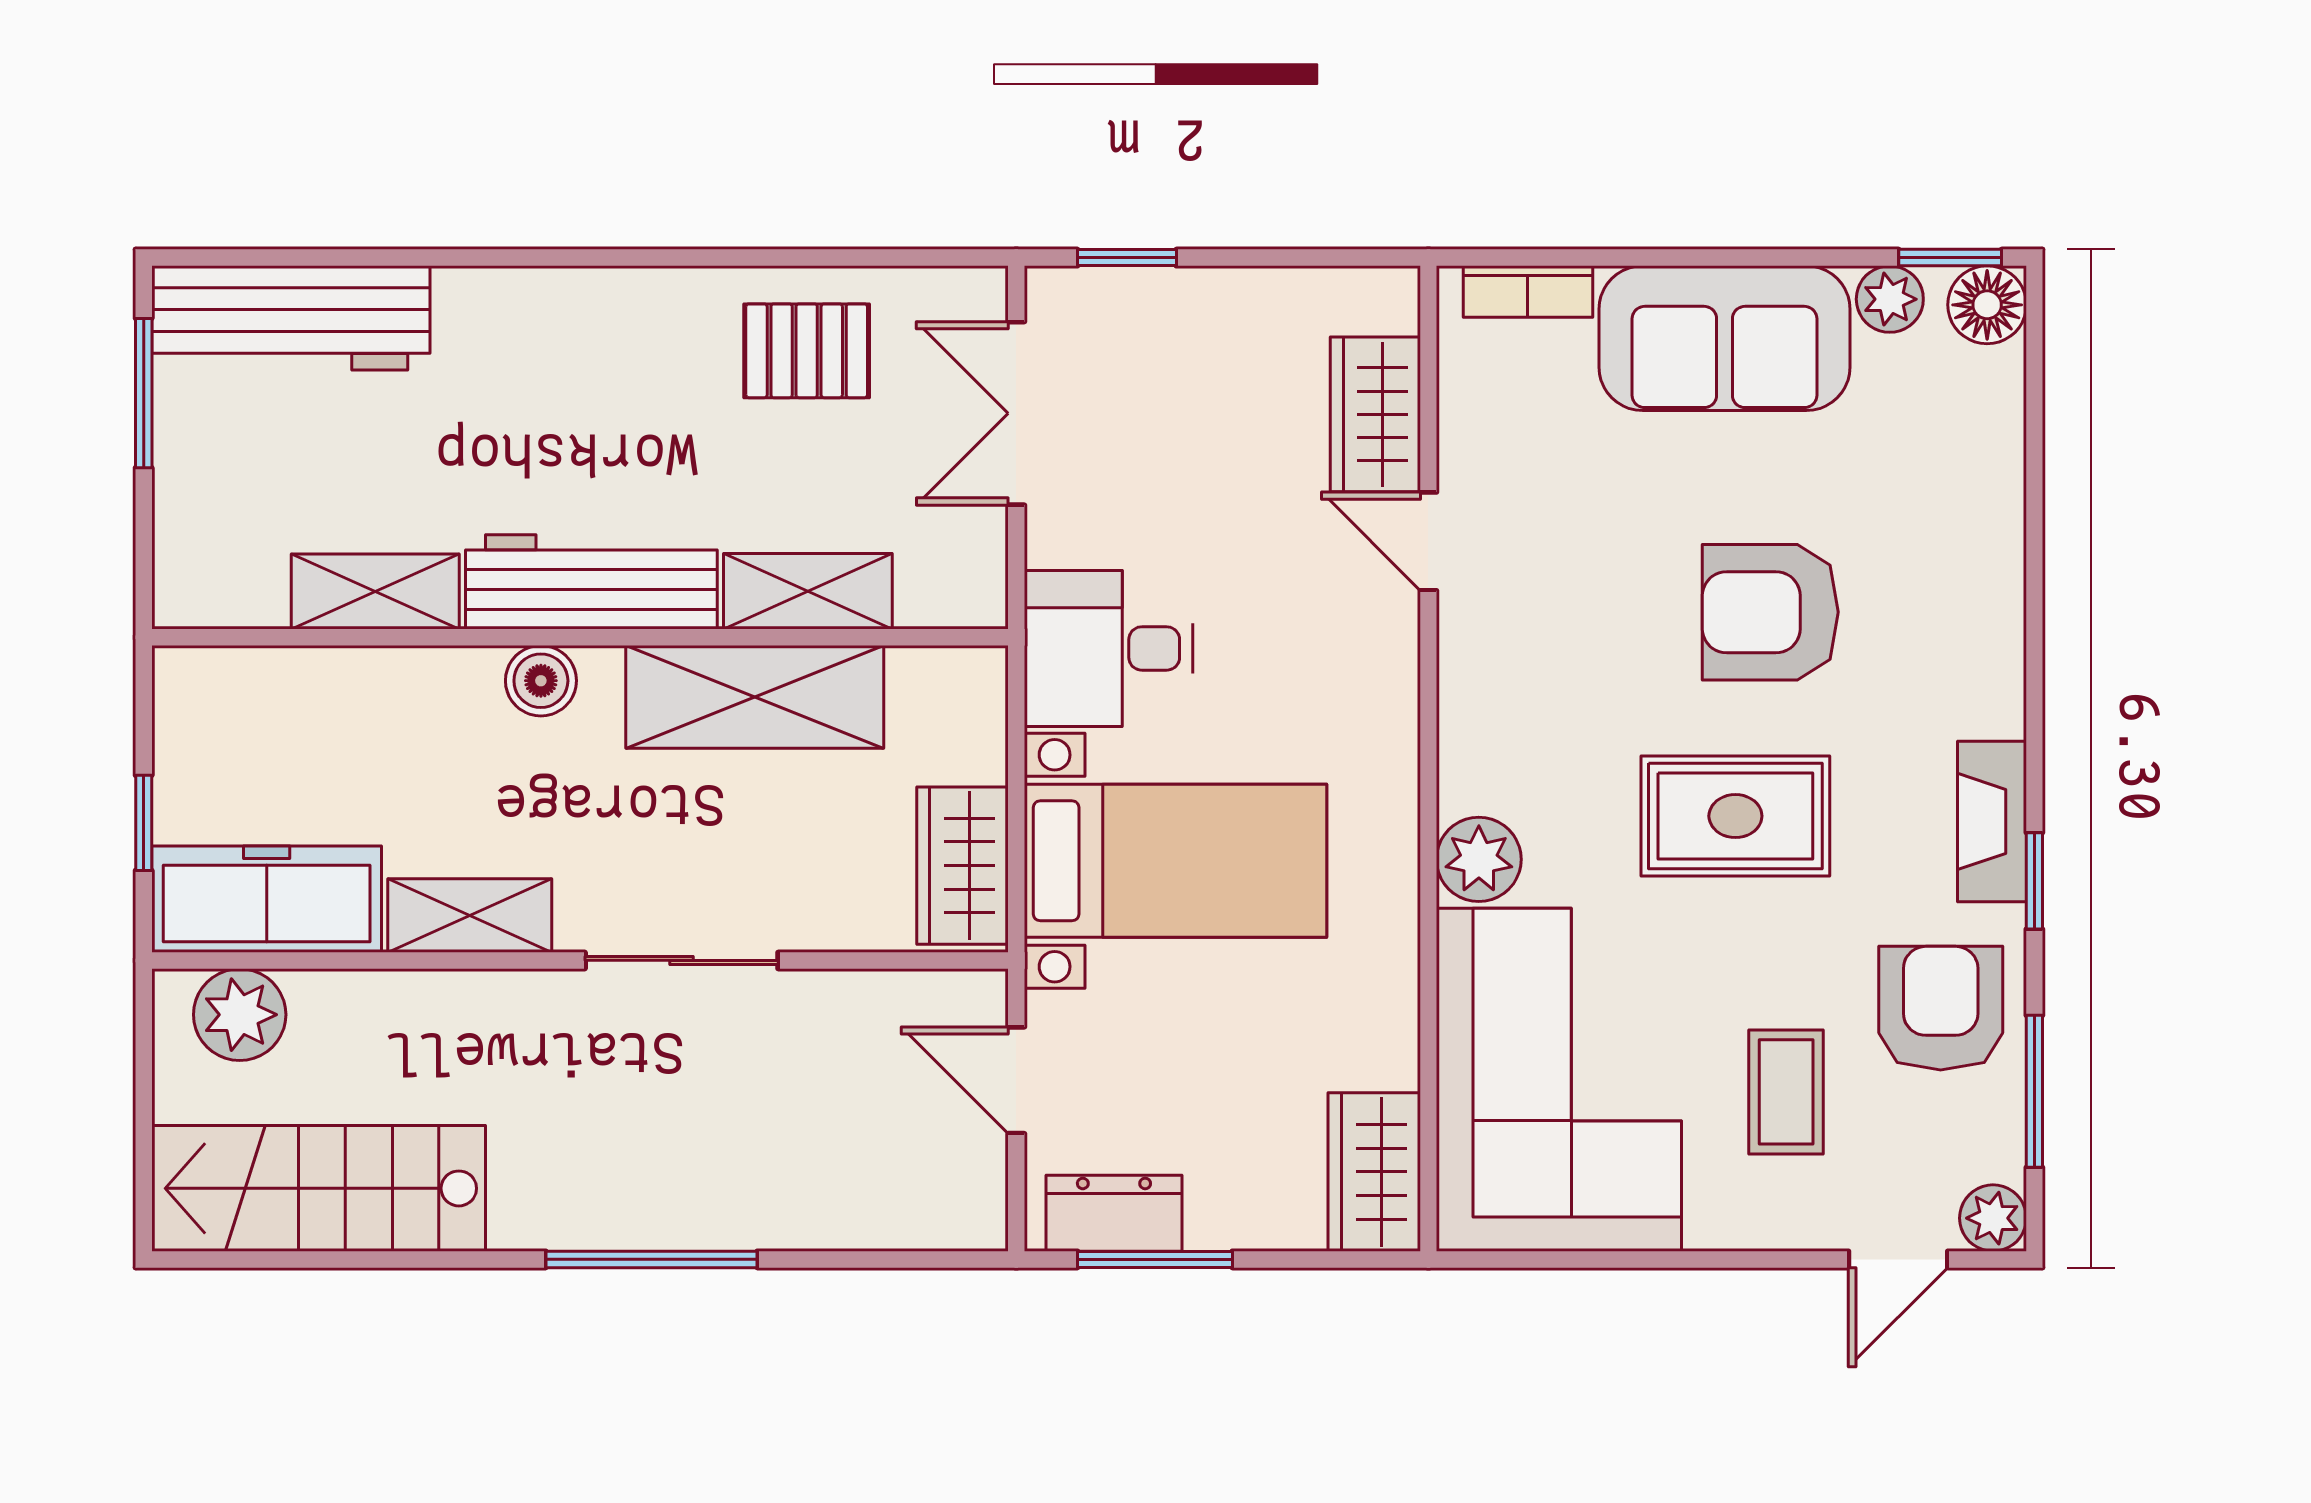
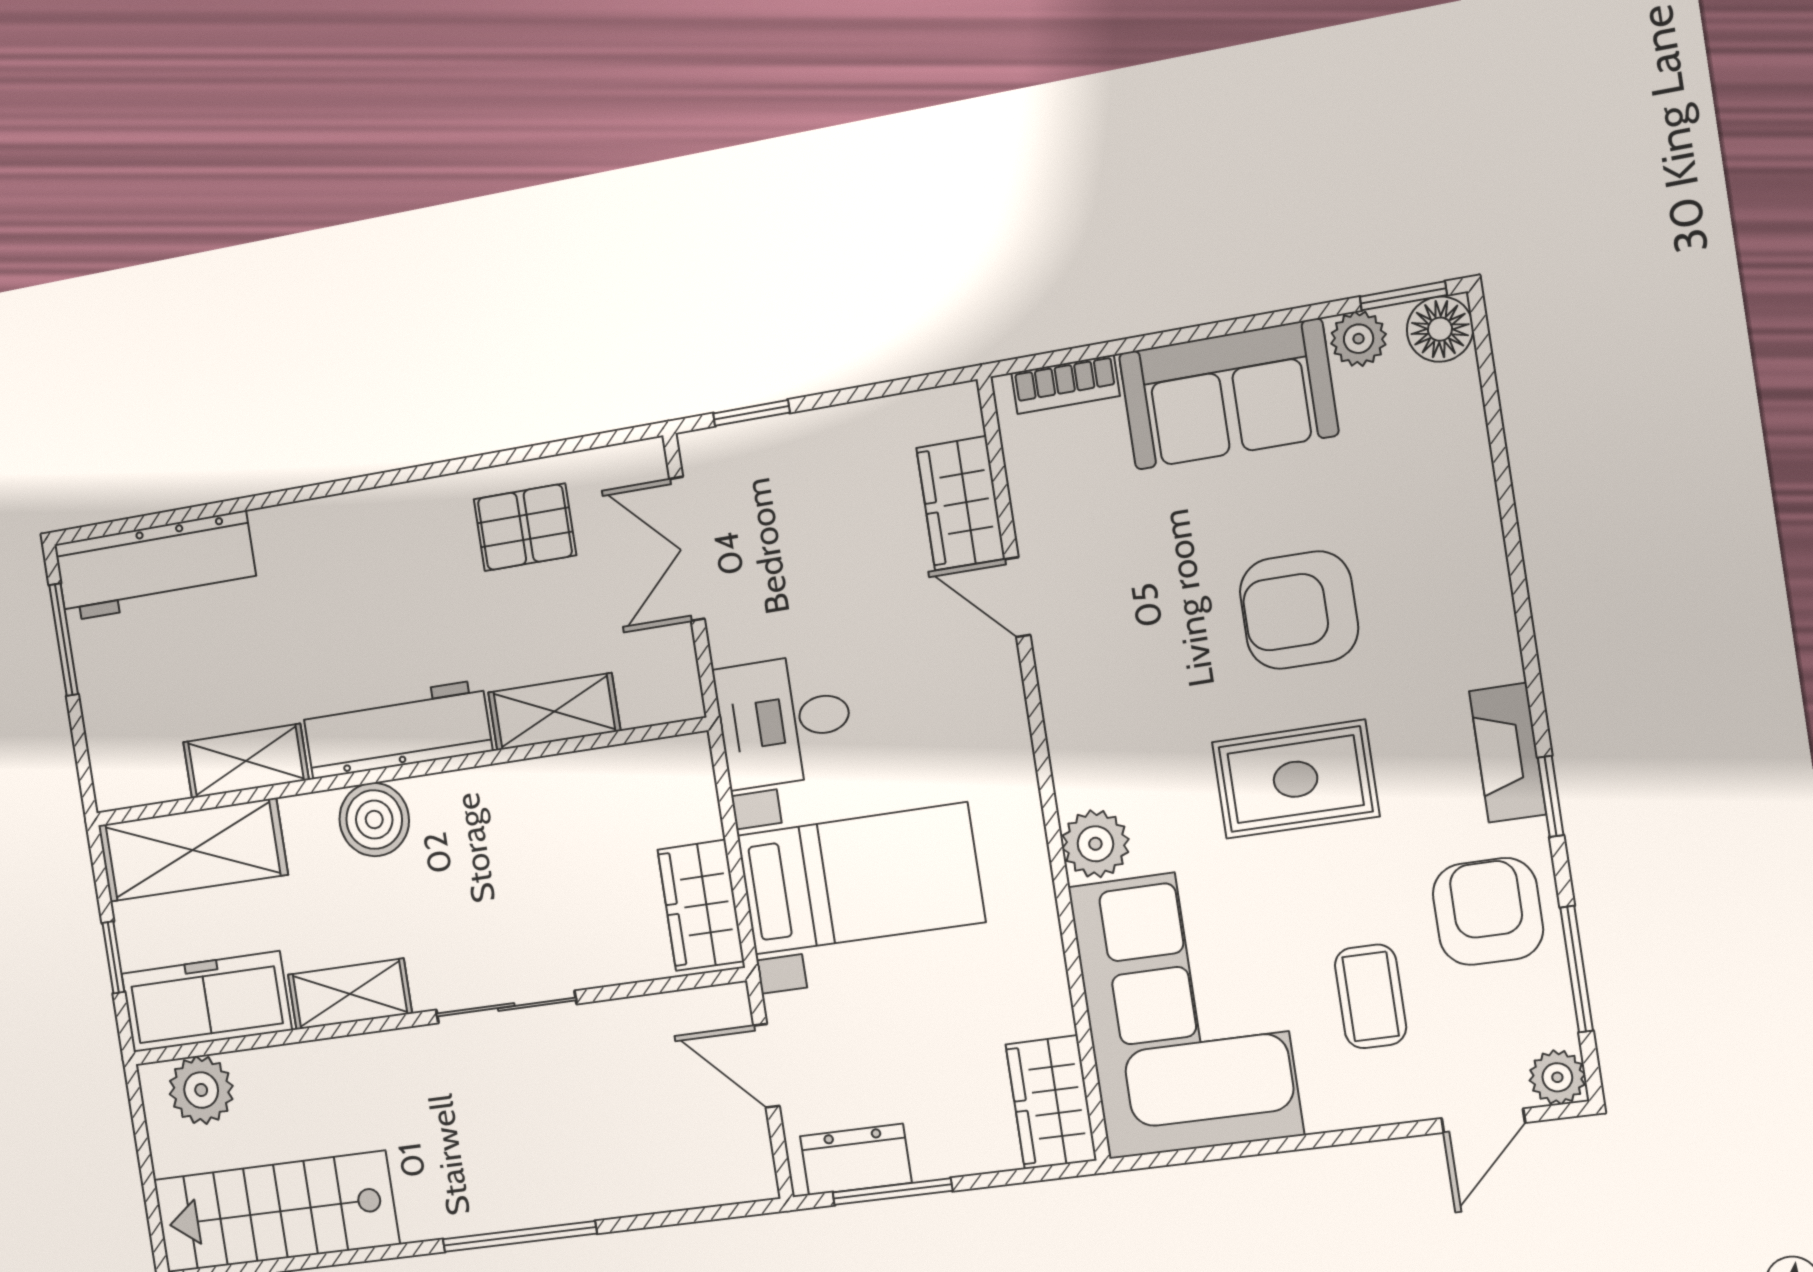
boiler: (541, 681) -> (374, 820), width x1.36, depth x1.36
shelving: (755, 697) -> (193, 850), moved

